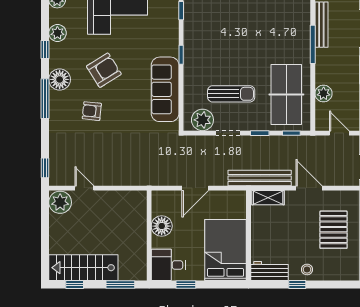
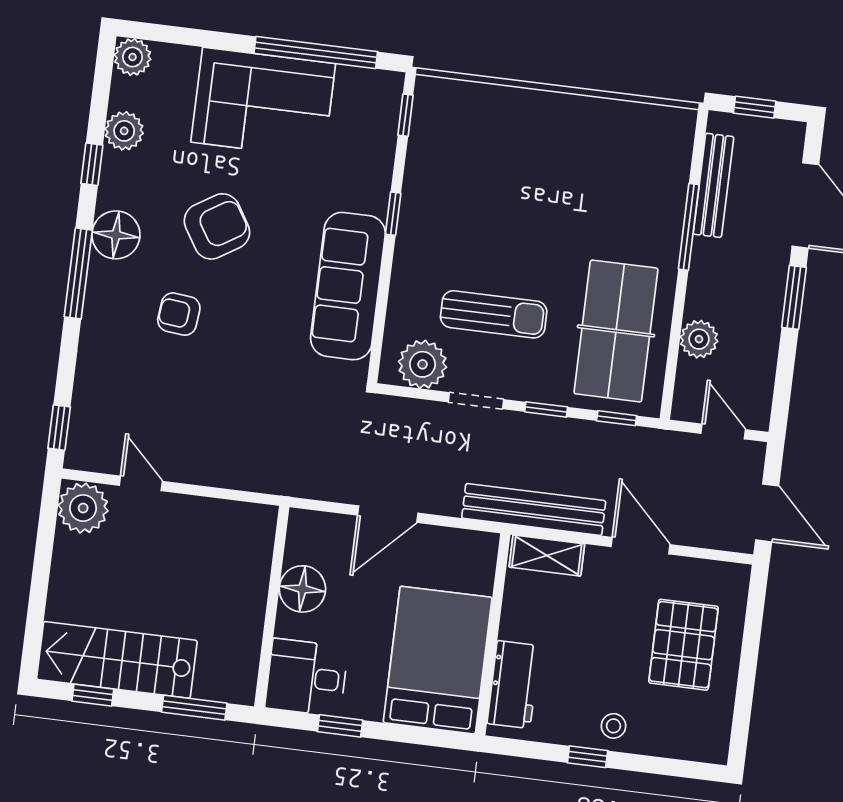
workbench: (269, 271) -> (514, 685), moved, turned 90

